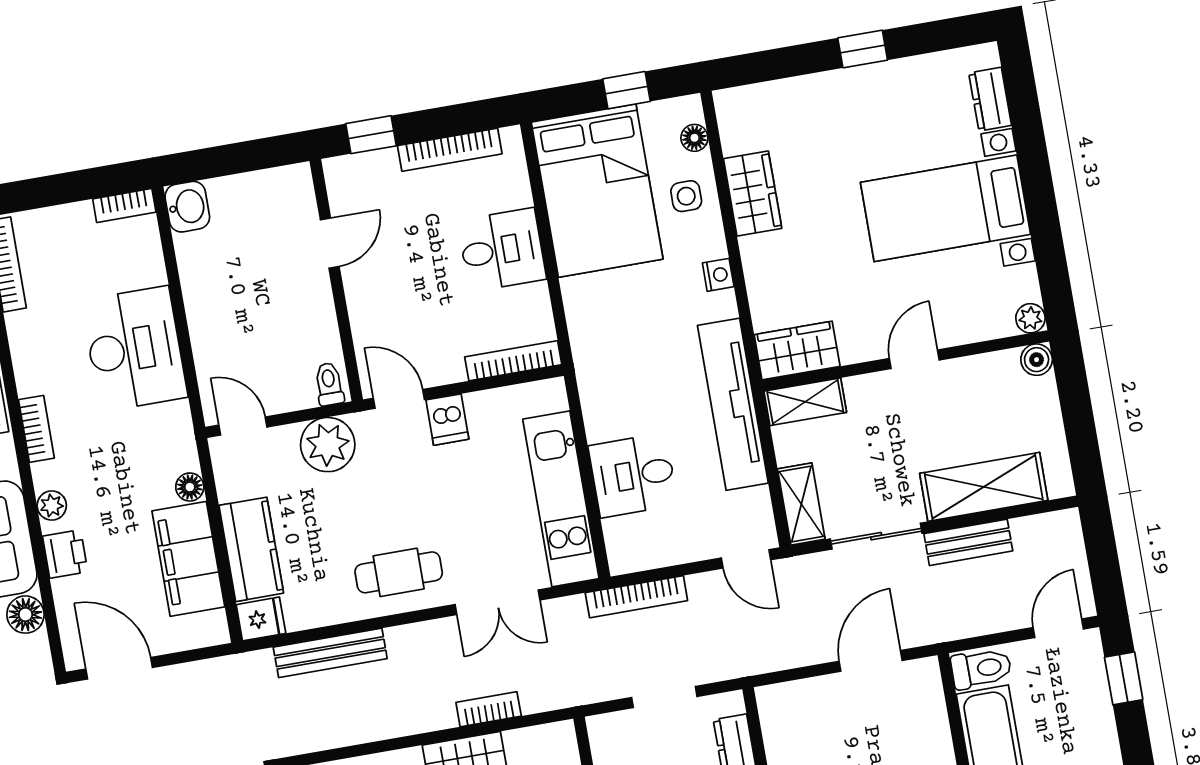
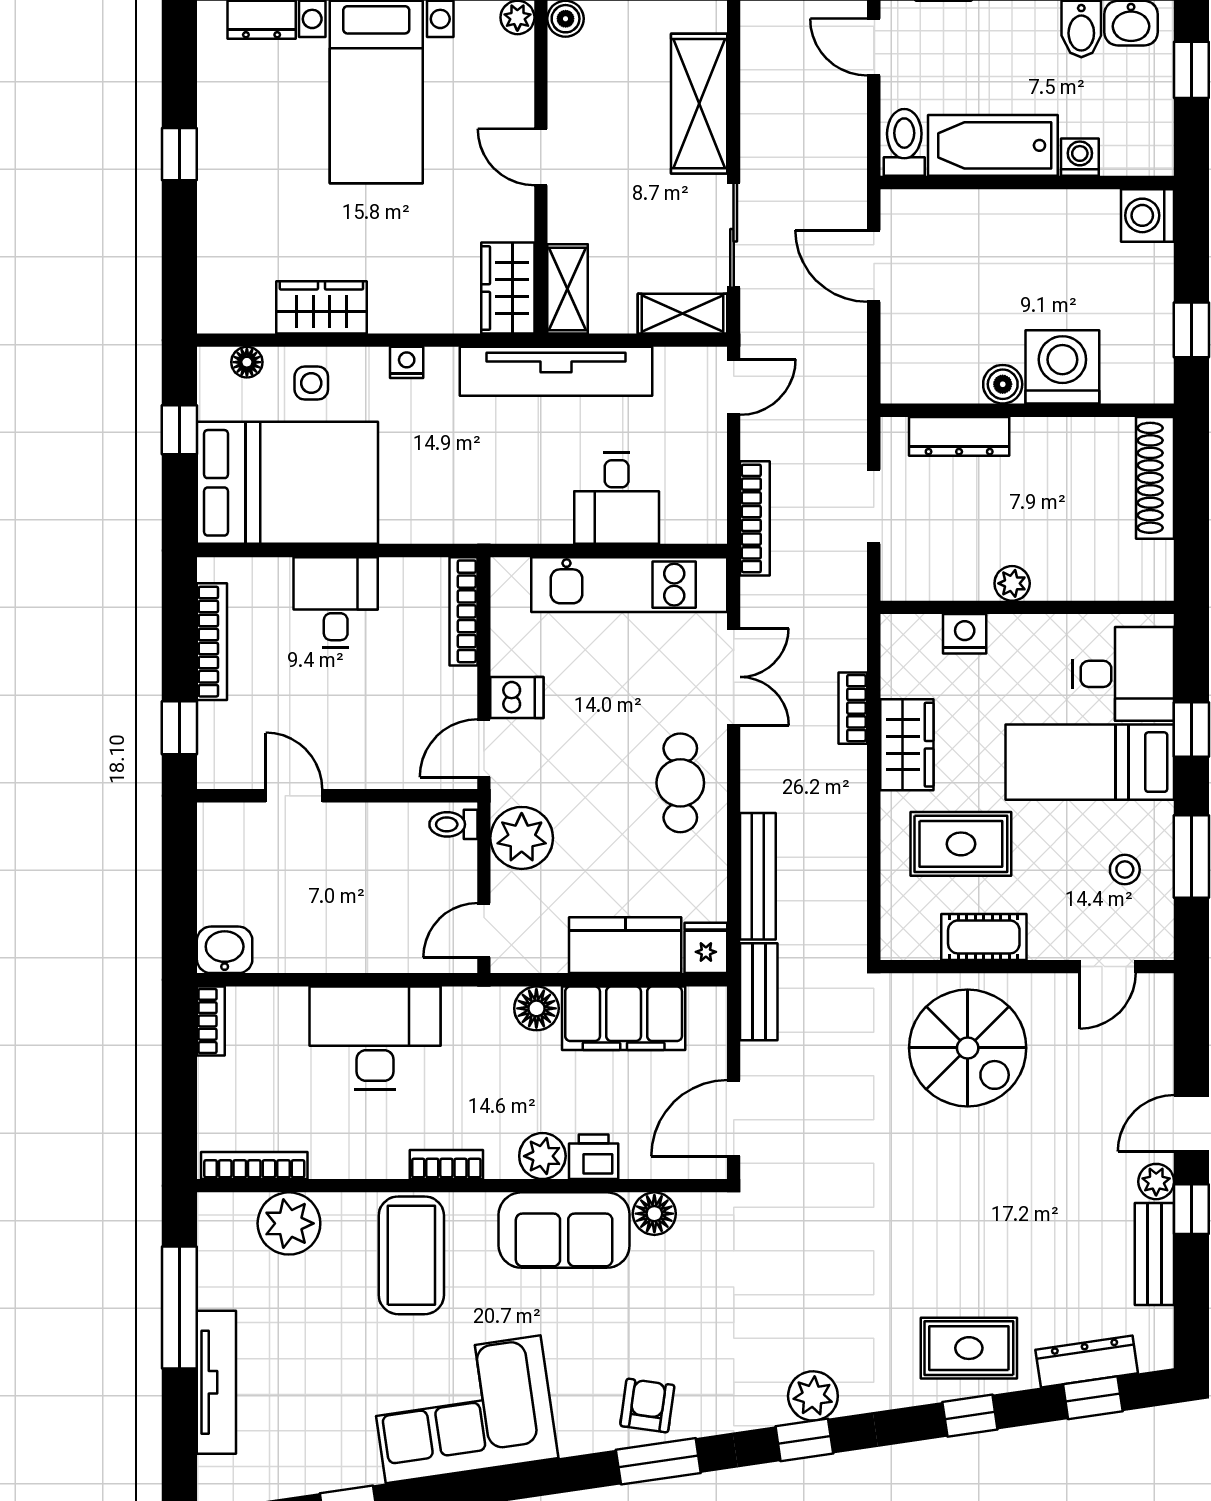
floor lamp: (190, 487) -> (536, 1008), width x1.37, depth x1.37
plant: (52, 506) -> (542, 1156), width x1.38, depth x1.38
bench: (968, 542) -> (759, 992), moved

